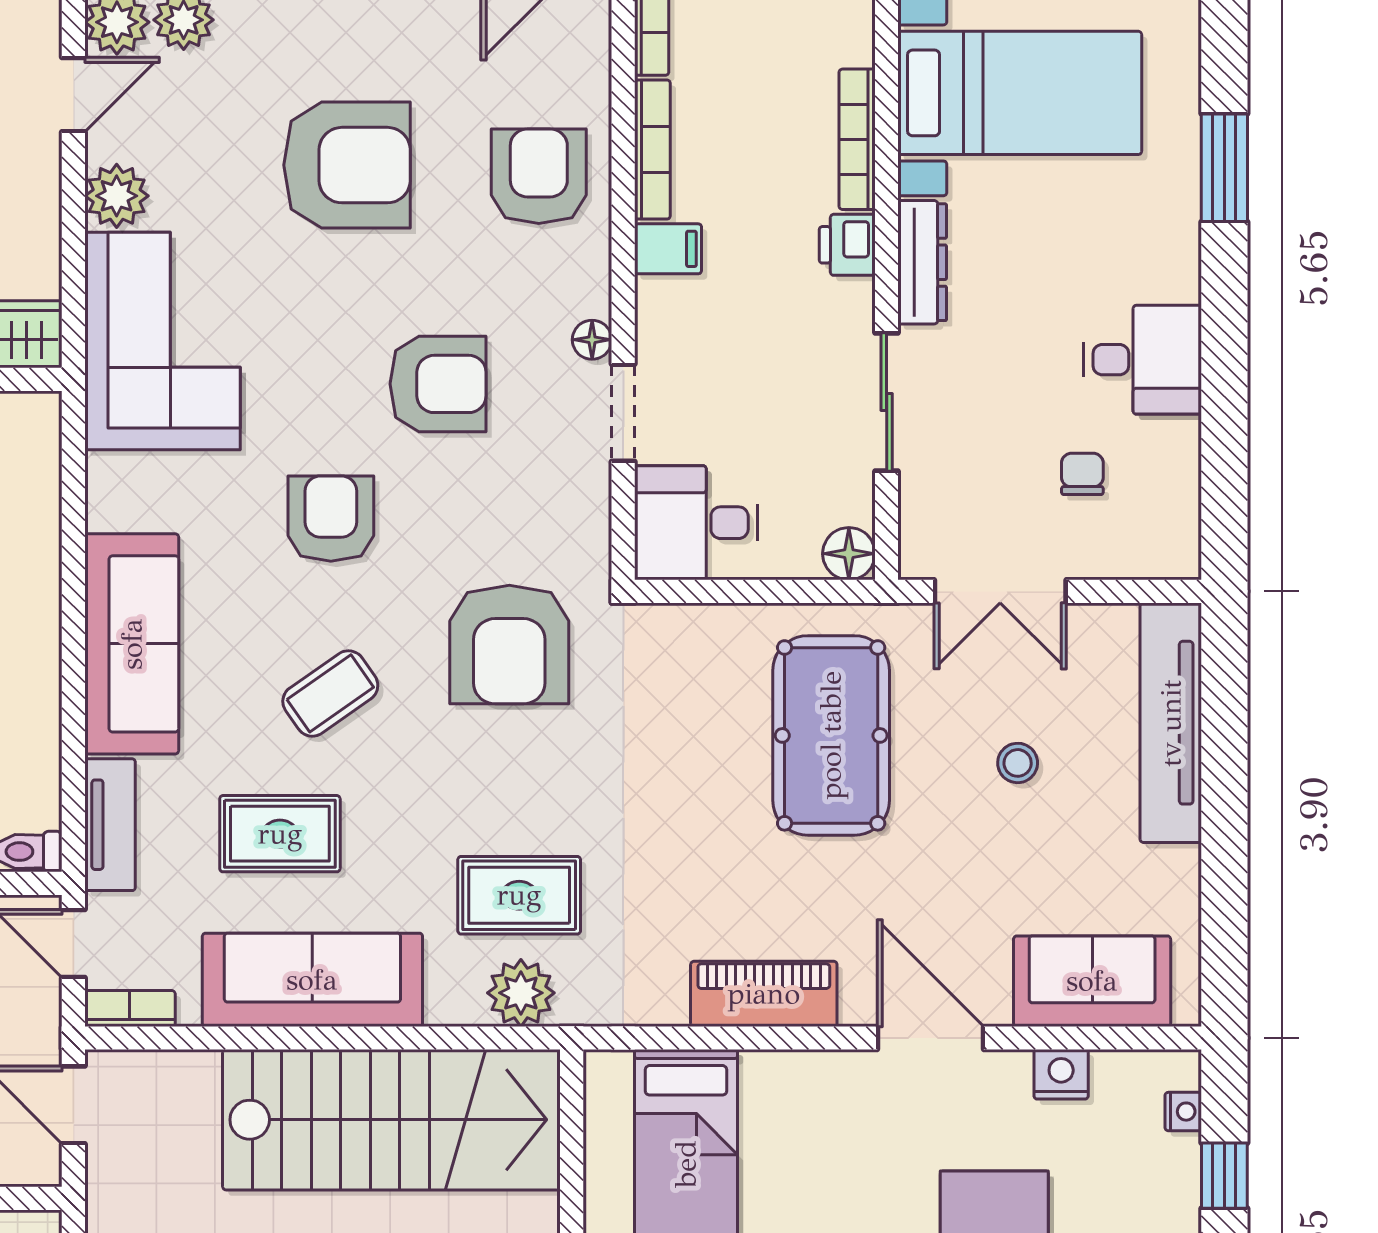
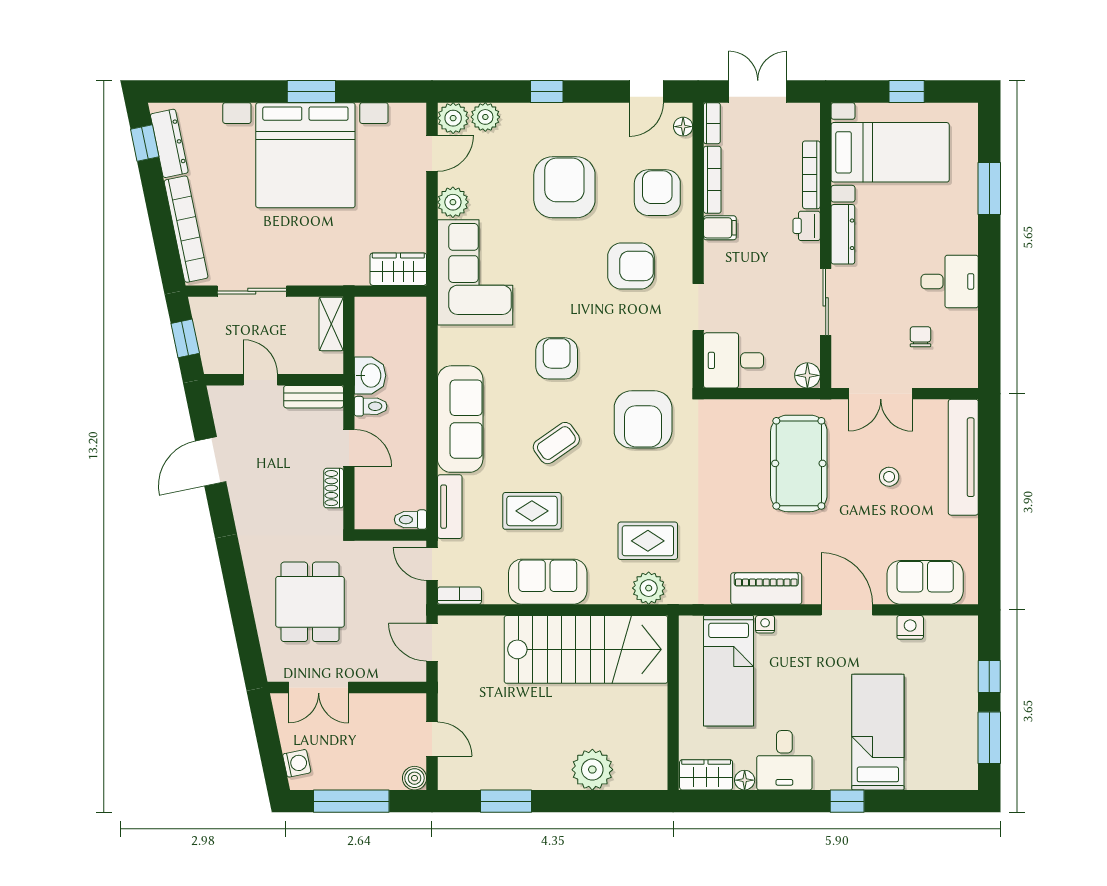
armchair: (347, 165) -> (564, 187), turned -90
floor lamp: (592, 340) -> (683, 127), moved
armchair: (438, 384) -> (631, 266), moved
sofa: (312, 980) -> (548, 582), width x0.73
nightstand: (1183, 1112) -> (765, 624), moved, turned -90

